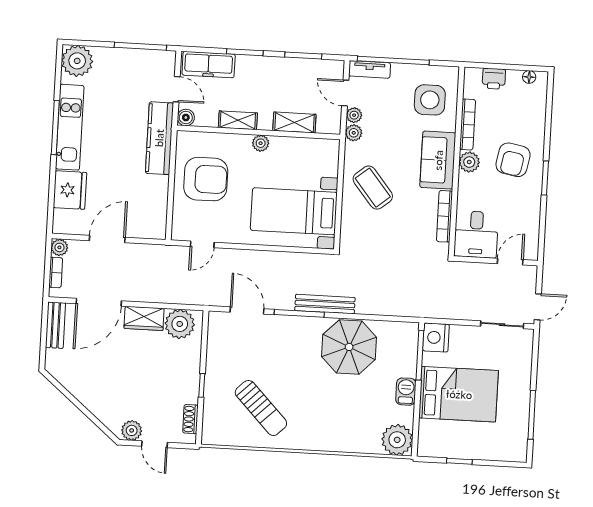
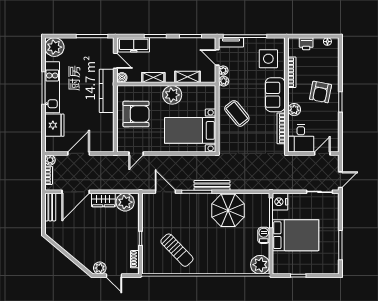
plant: (261, 143) -> (172, 95), width x1.87, depth x1.87
plant: (469, 162) -> (294, 110), moved

